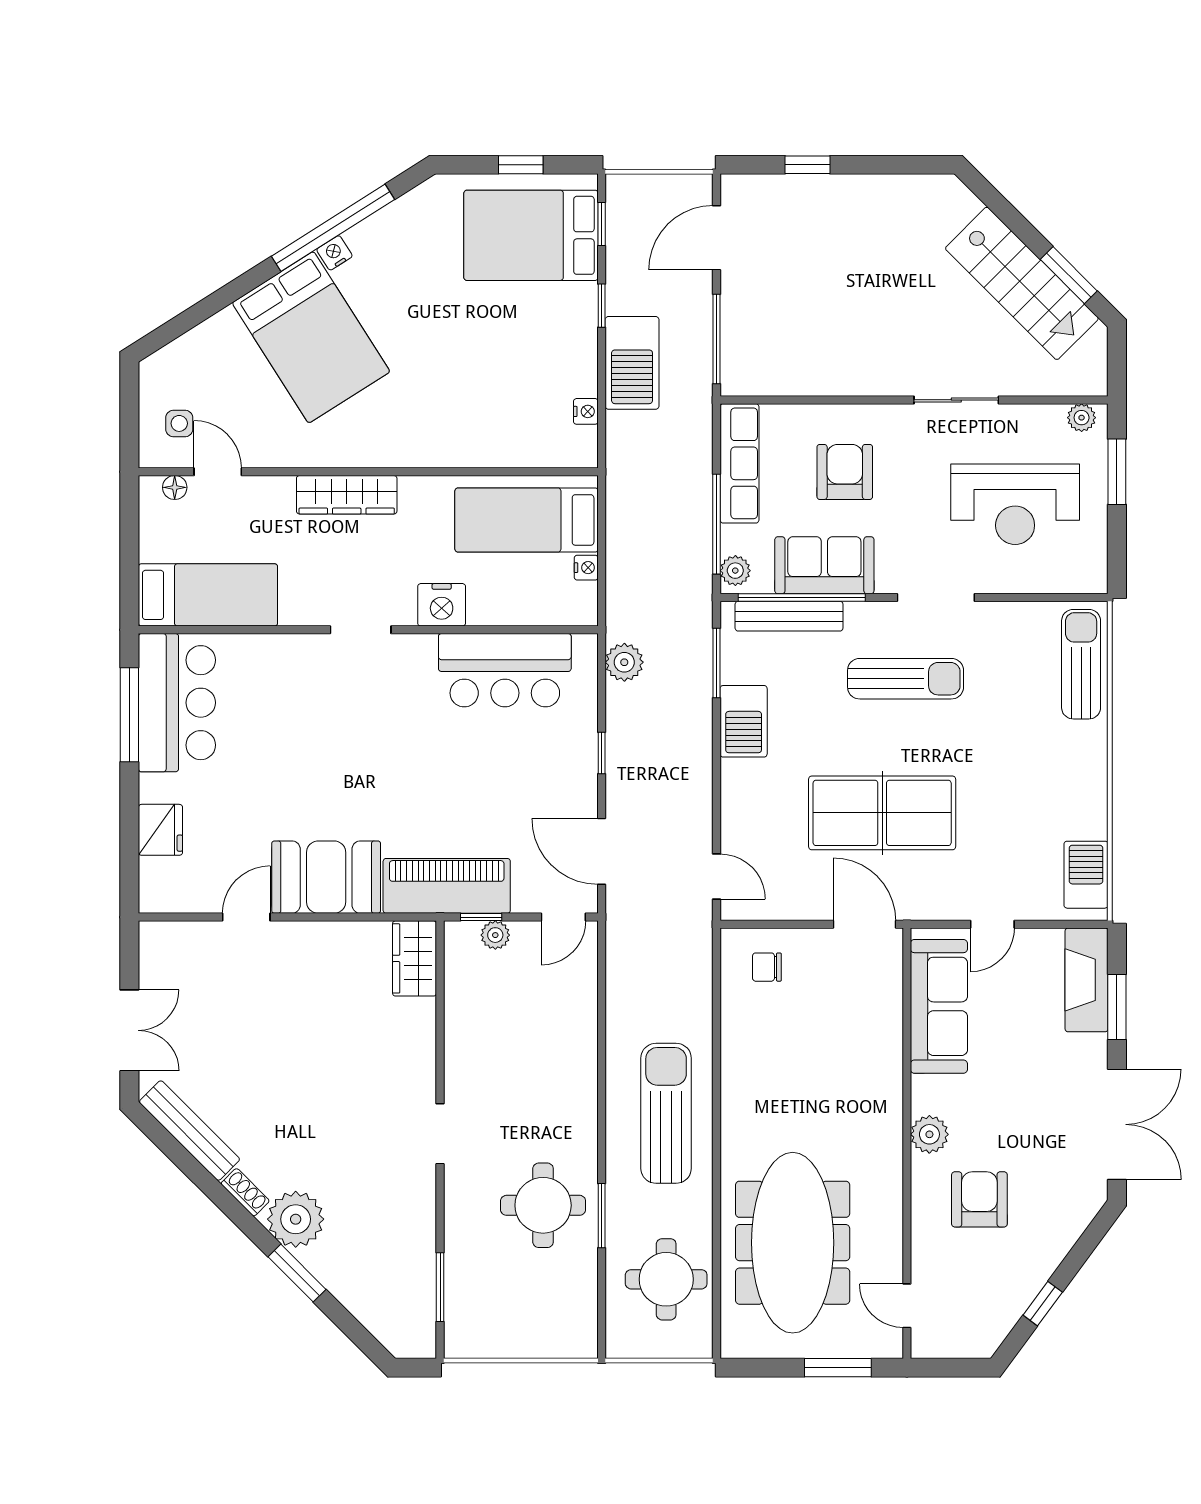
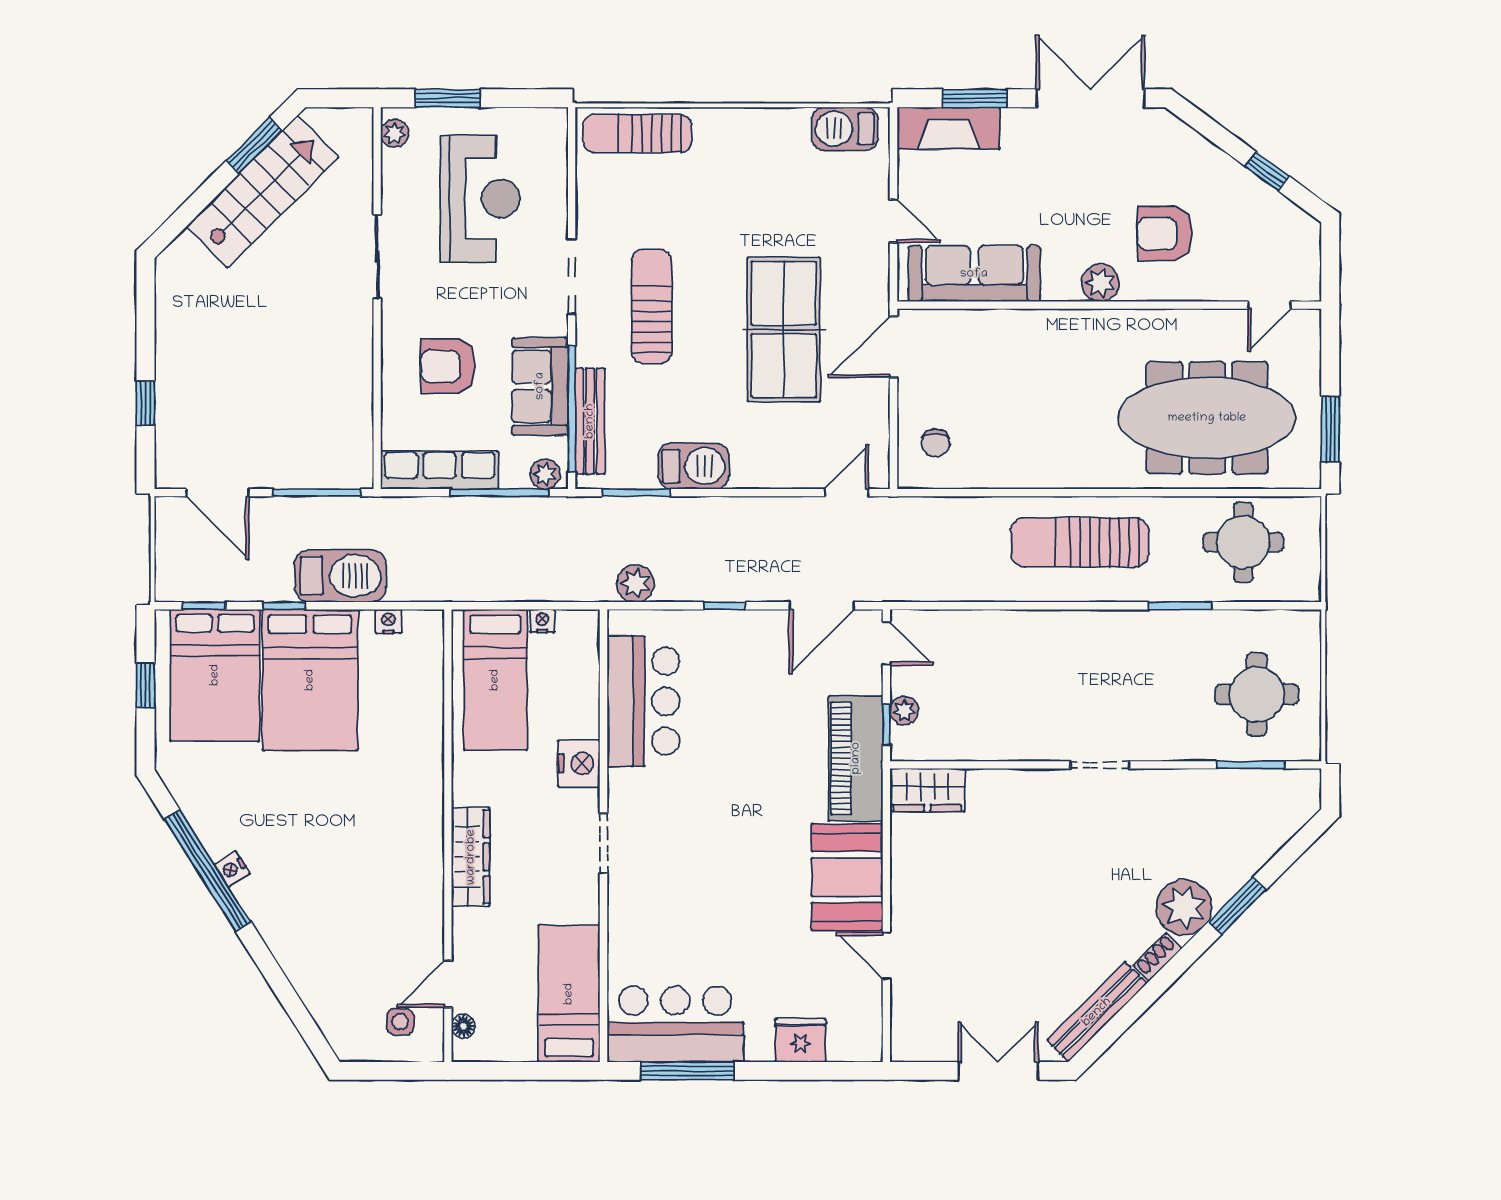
bed: (311, 337) -> (310, 680), moved, turned 122
round table: (543, 1205) -> (1257, 694), moved
window: (838, 1368) -> (1330, 429), moved

